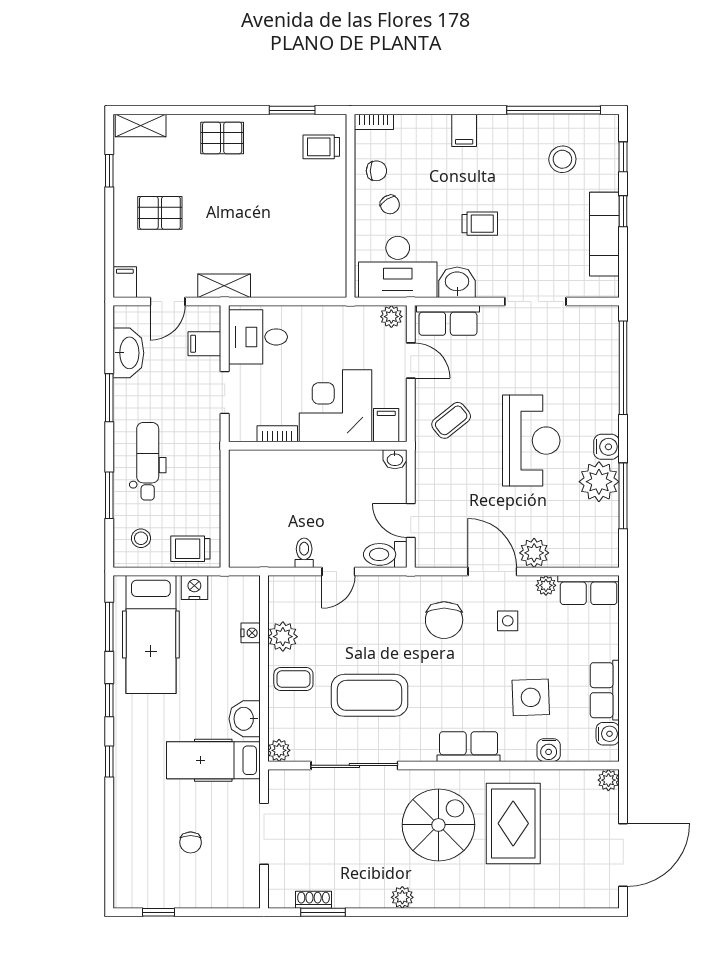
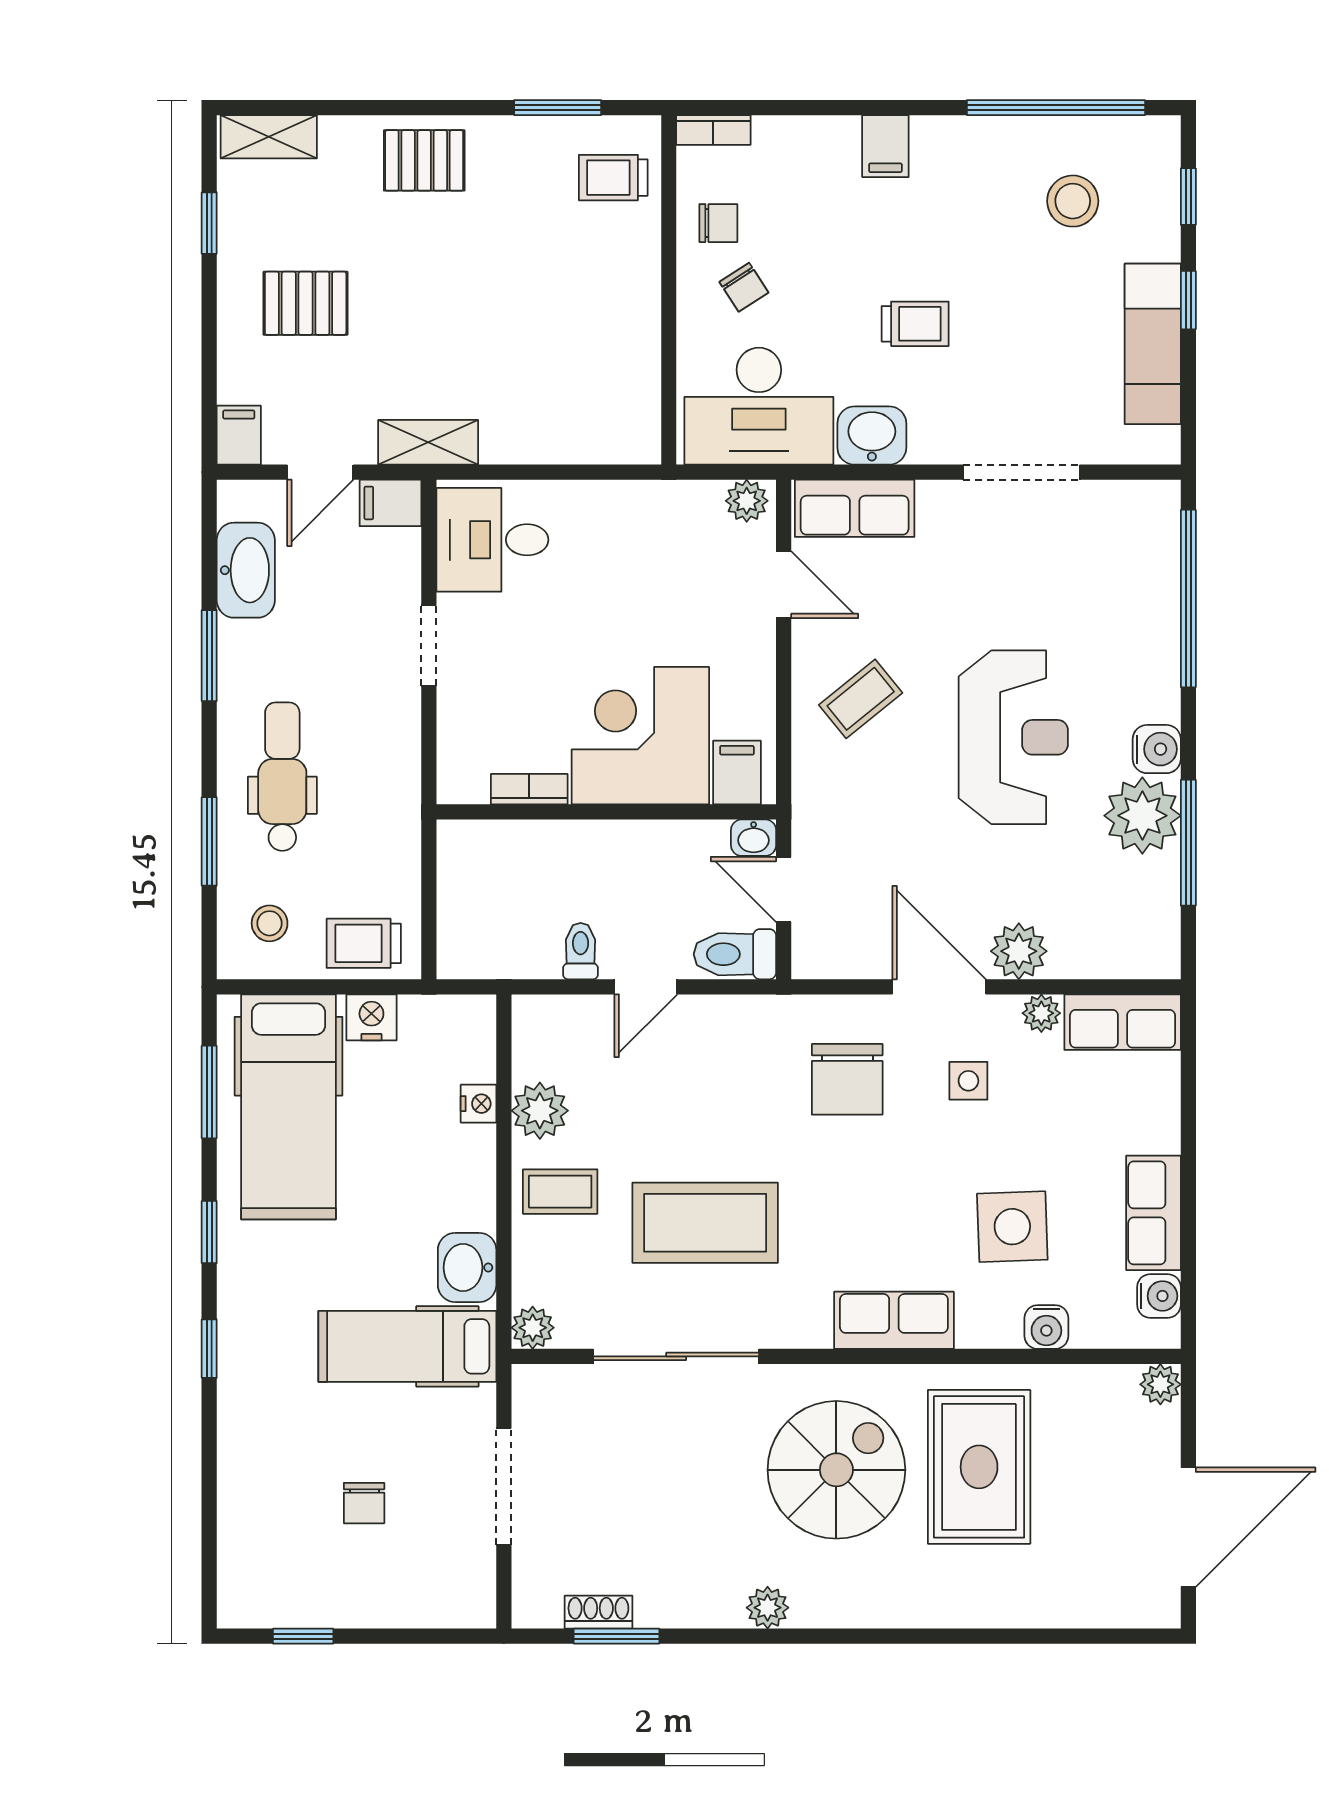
filing cabinet: (204, 344) -> (390, 503), moved
corner desk: (335, 406) -> (640, 736), moved
filing cabinet: (386, 425) -> (737, 773), moved
bookcase: (277, 434) -> (529, 789), moved
wall: (318, 446) -> (606, 812), moved
washbasin: (395, 459) -> (754, 838), moved

